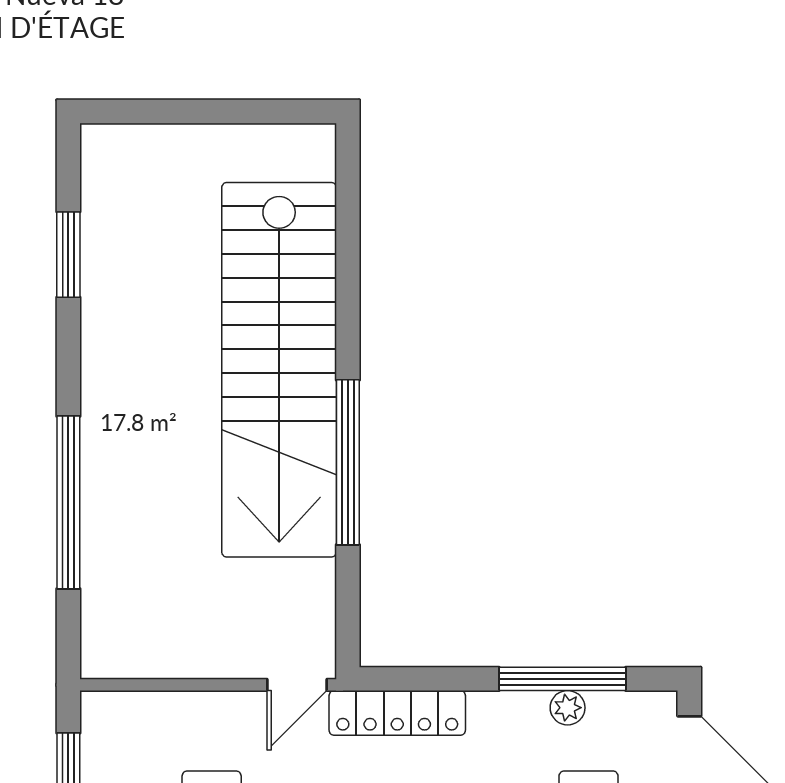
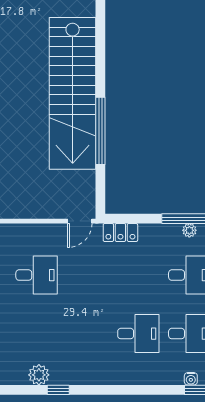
locker: (397, 713) -> (120, 232), width x0.66

